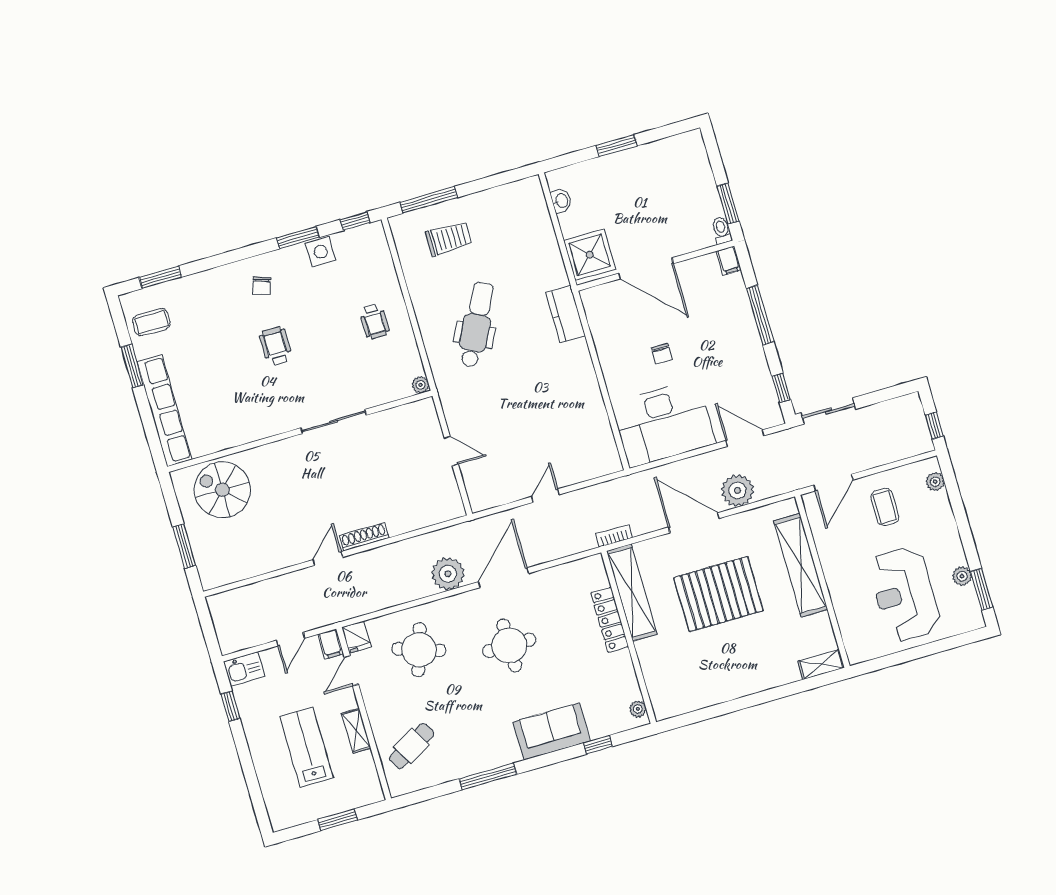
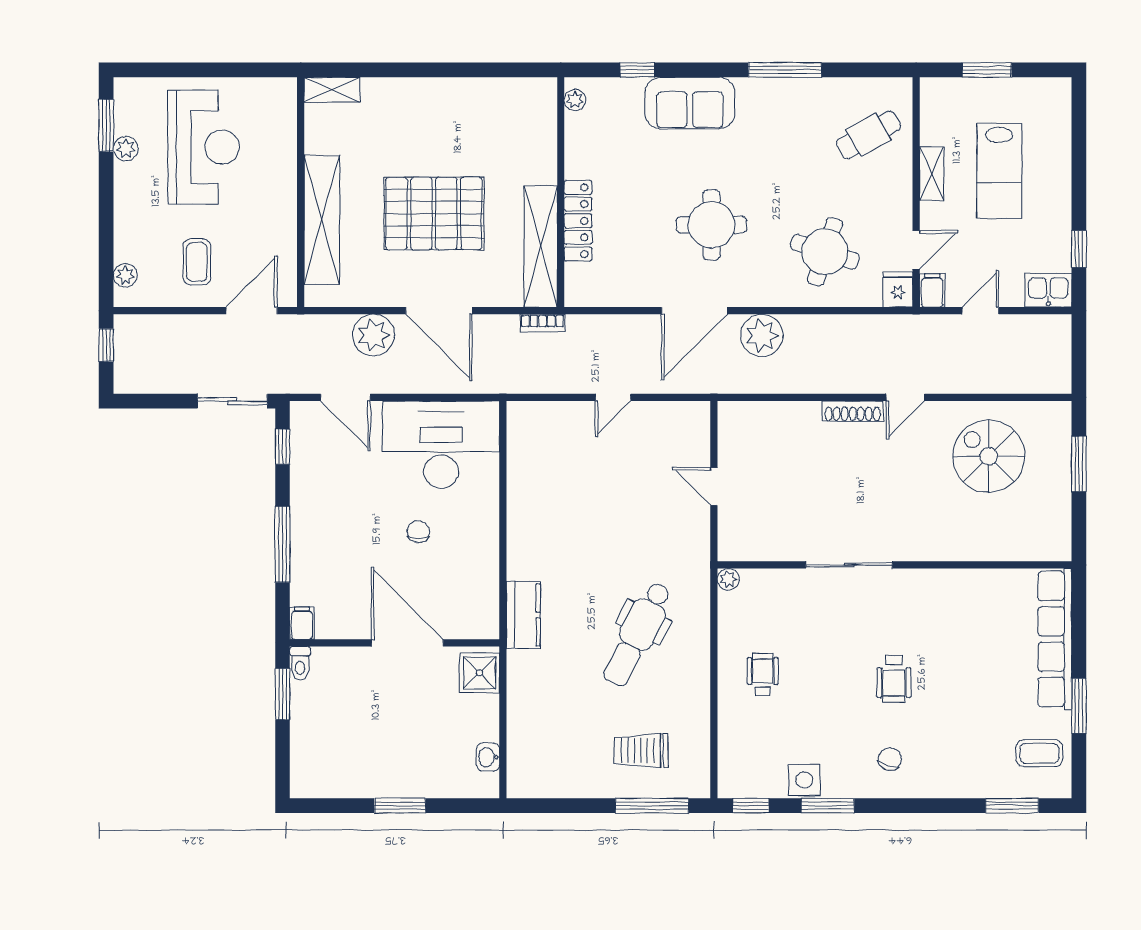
shower: (590, 255) -> (480, 673), width x0.73, depth x0.73
spiral stairs: (222, 490) -> (989, 456), moved, turned 180

